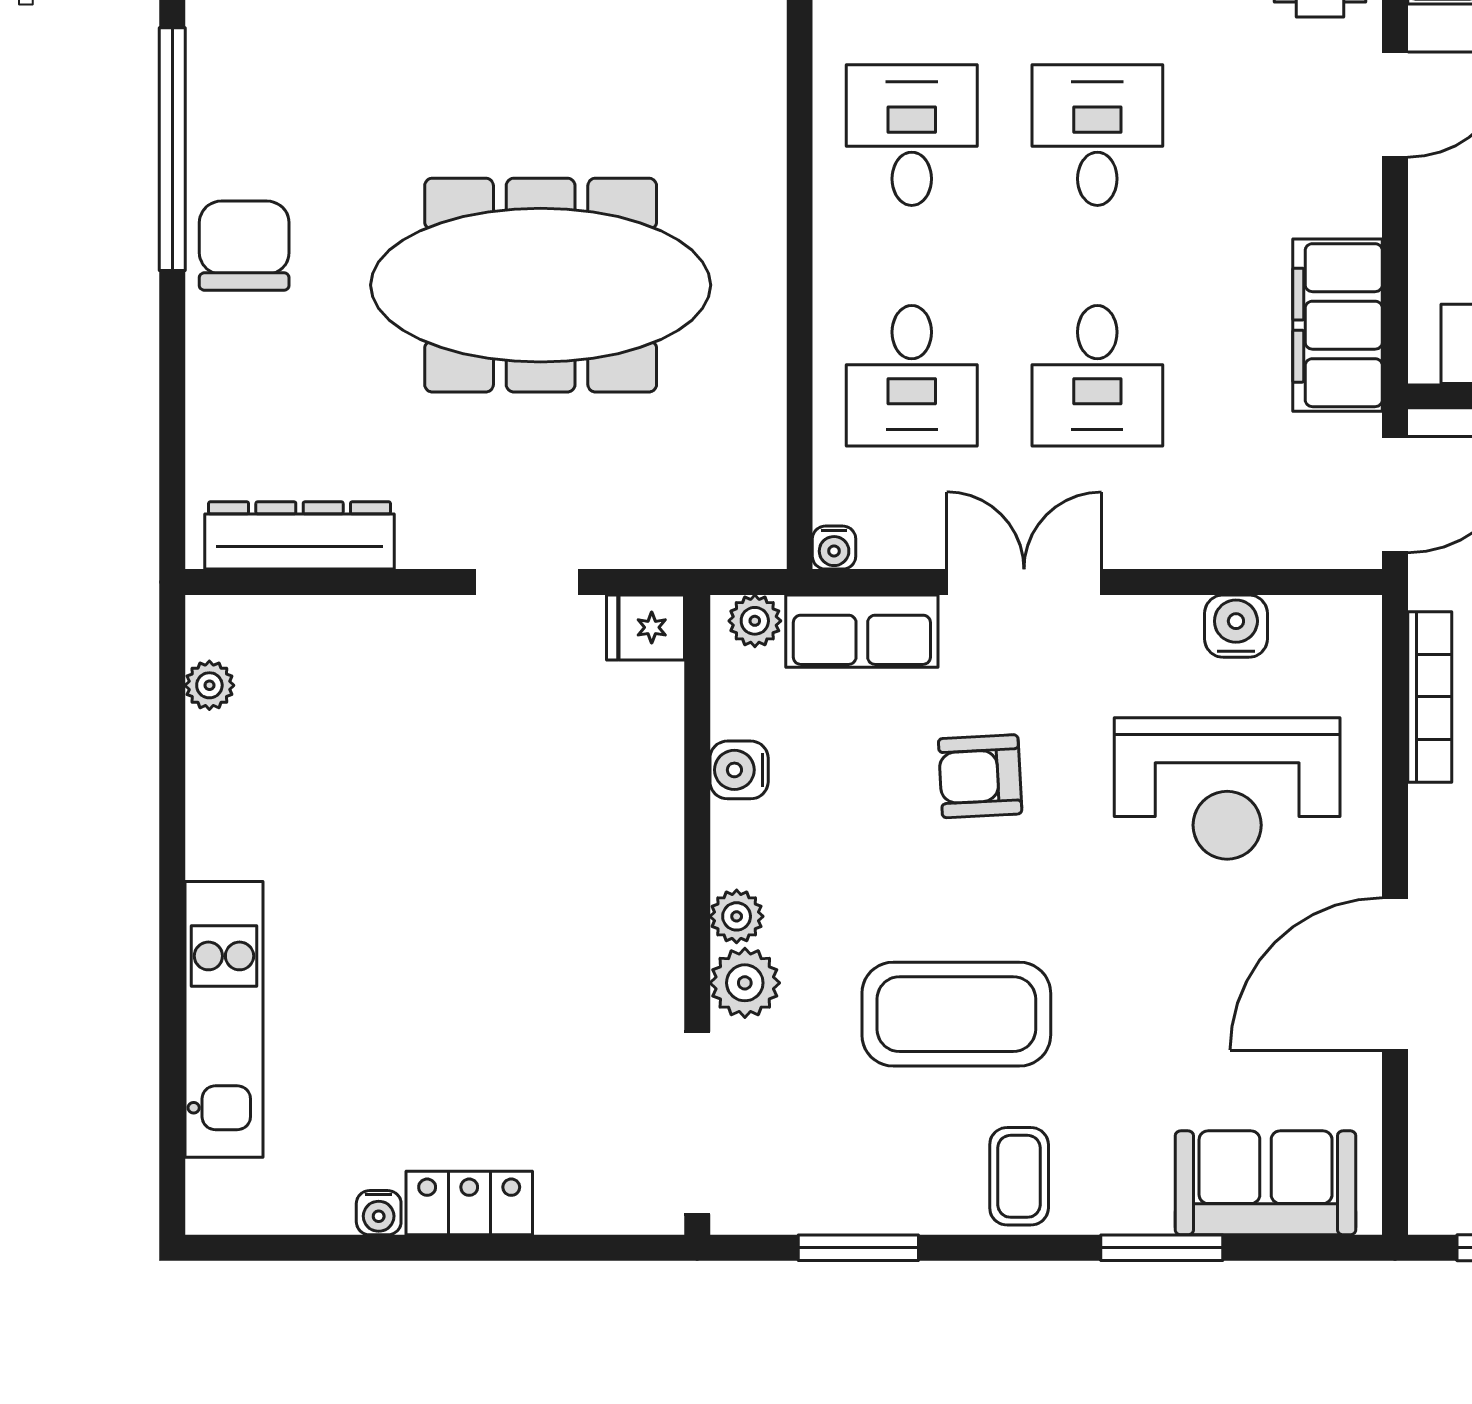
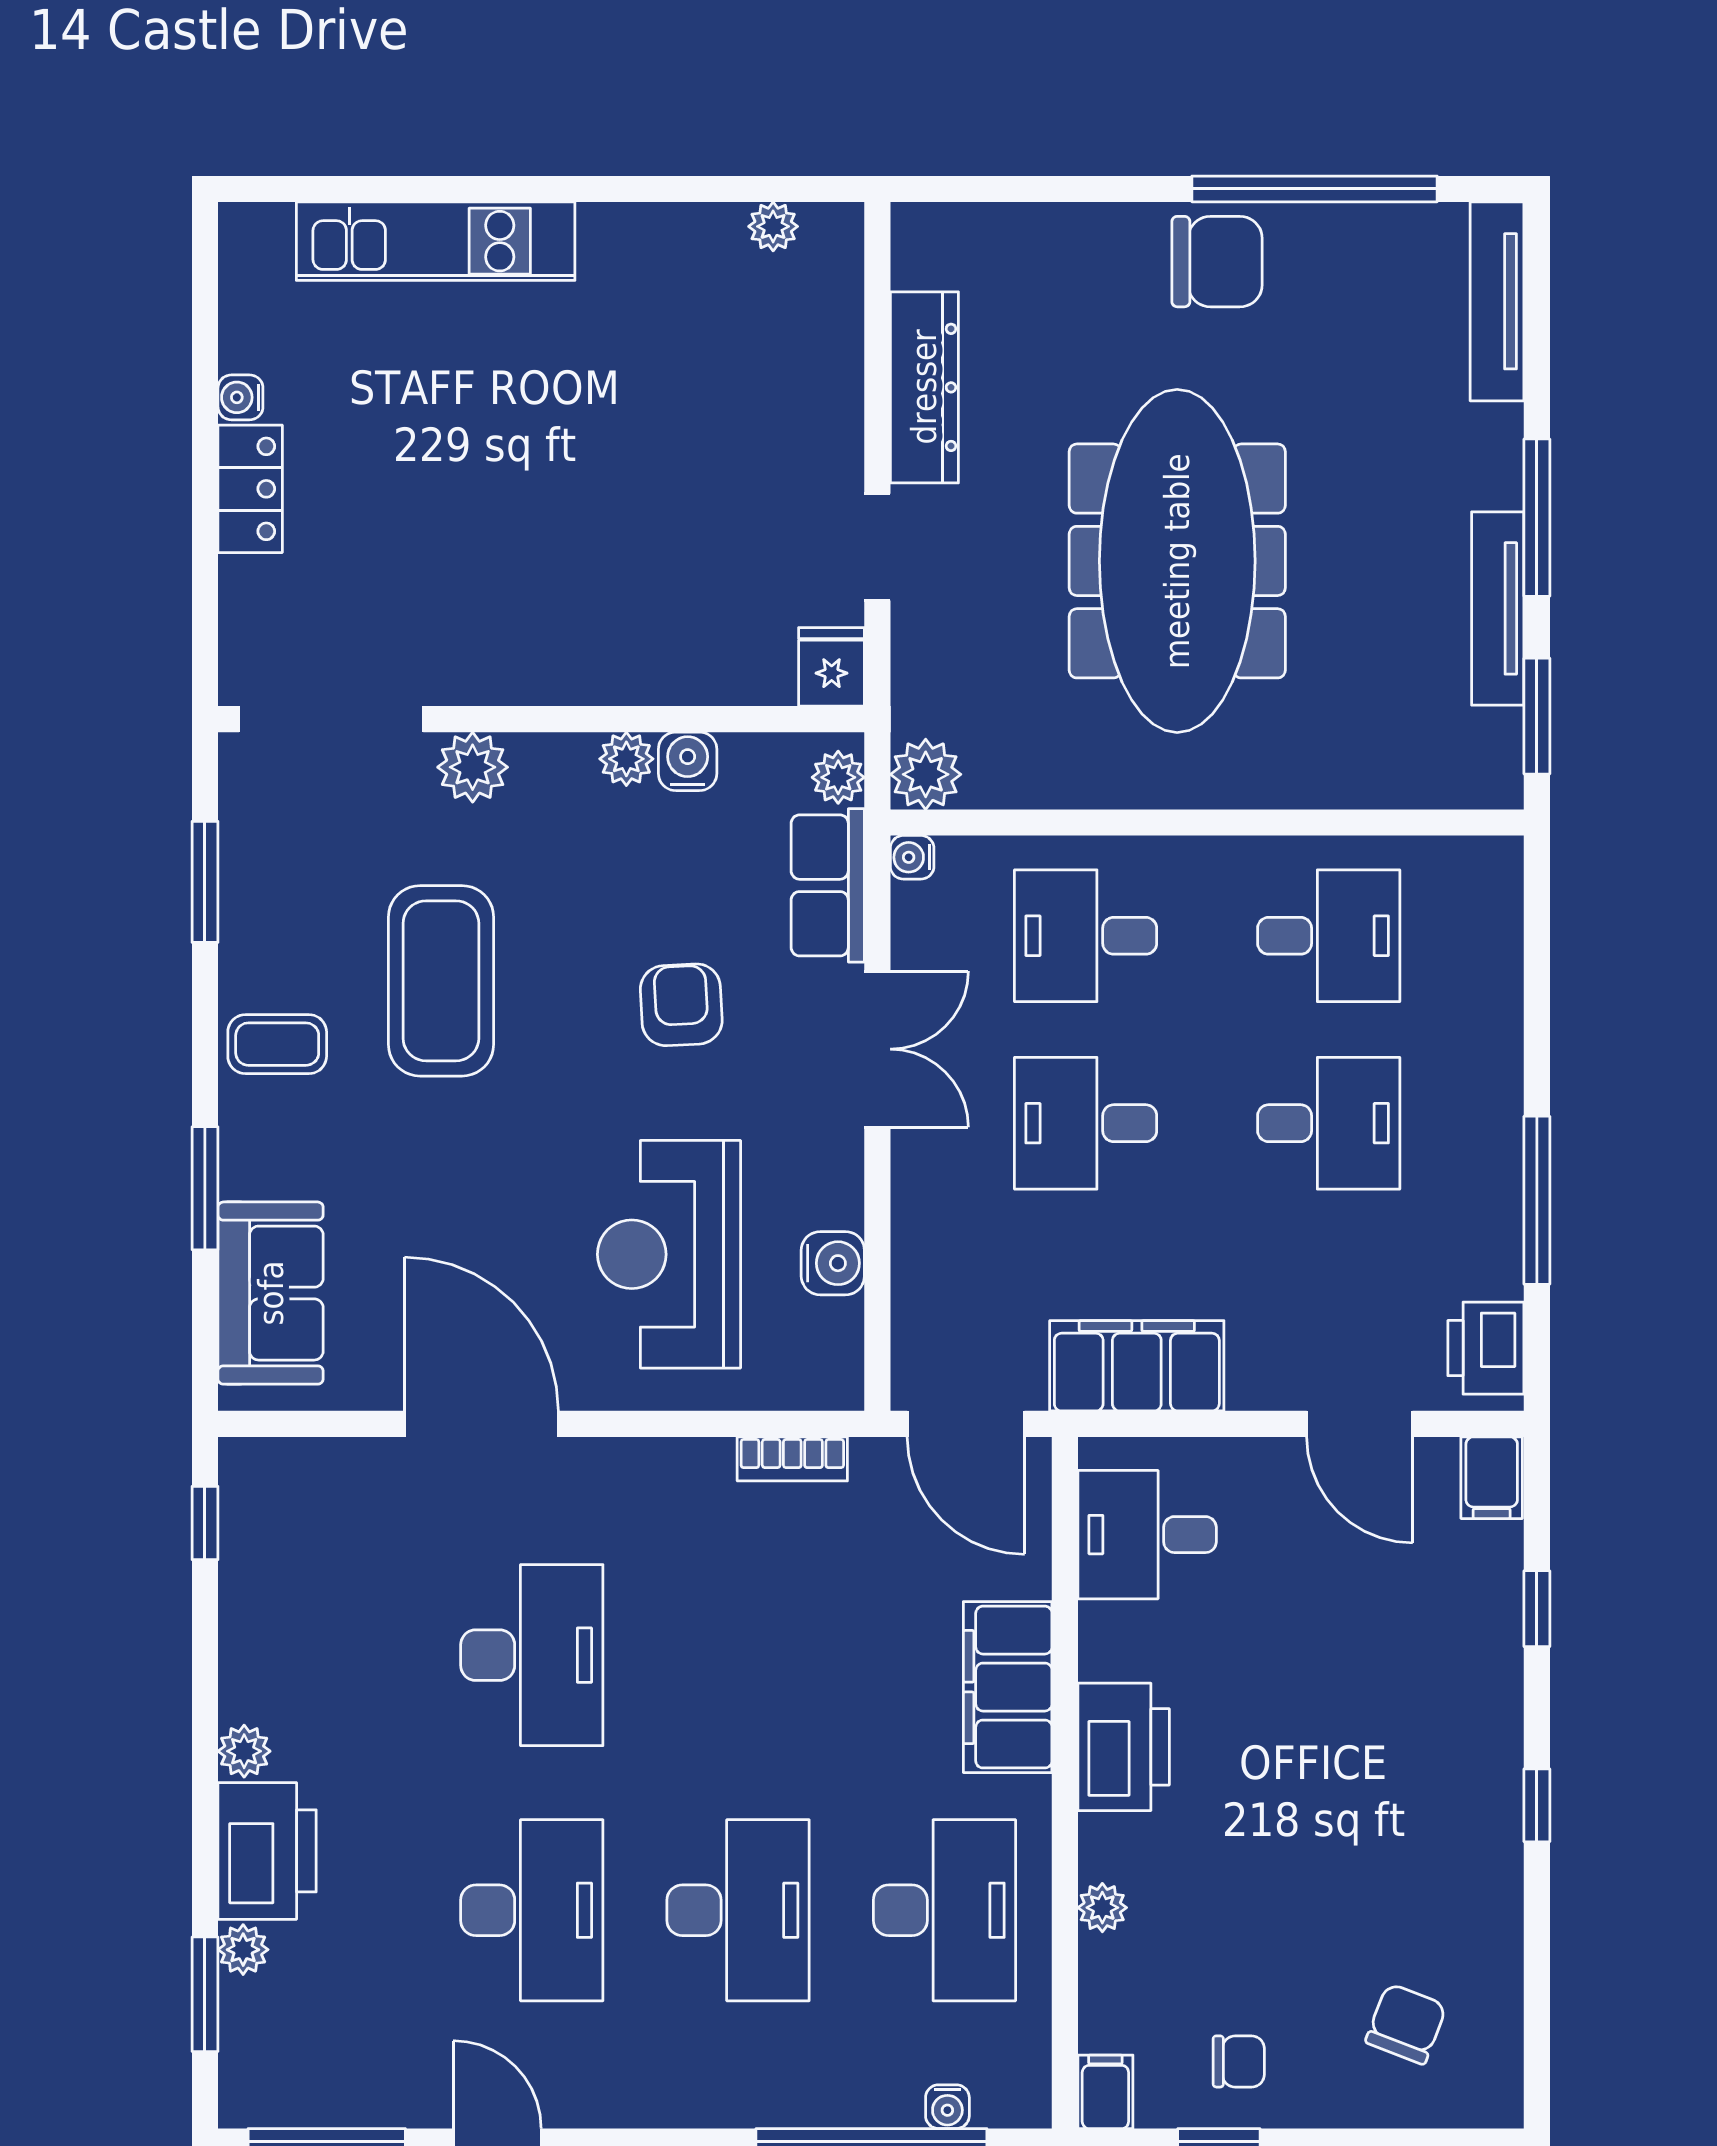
plant: (752, 534) -> (926, 774), added
dresser: (300, 535) -> (924, 387), moved
bookcase: (1430, 697) -> (792, 1459), width x0.64
plant: (737, 916) -> (626, 759), moved

